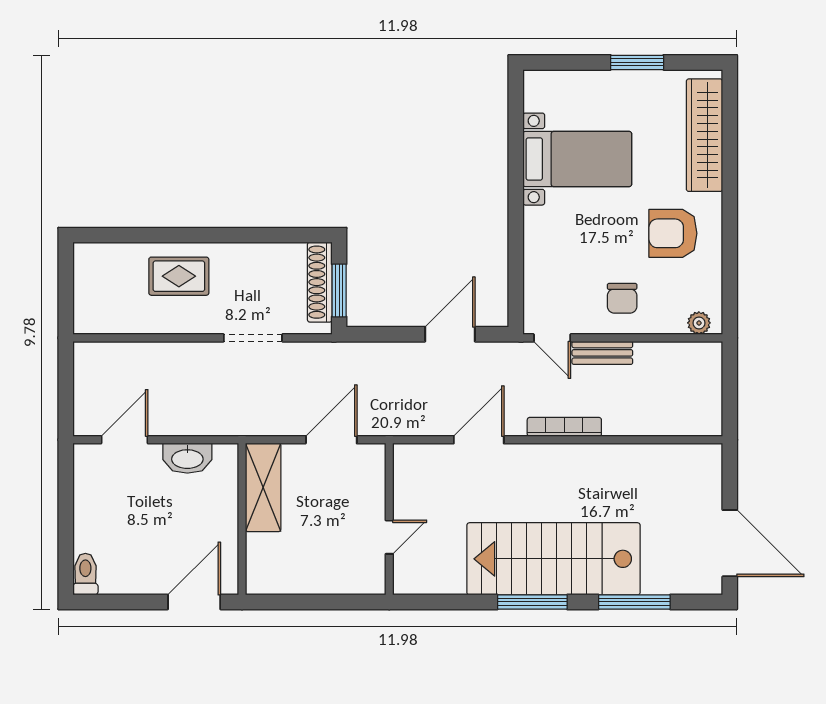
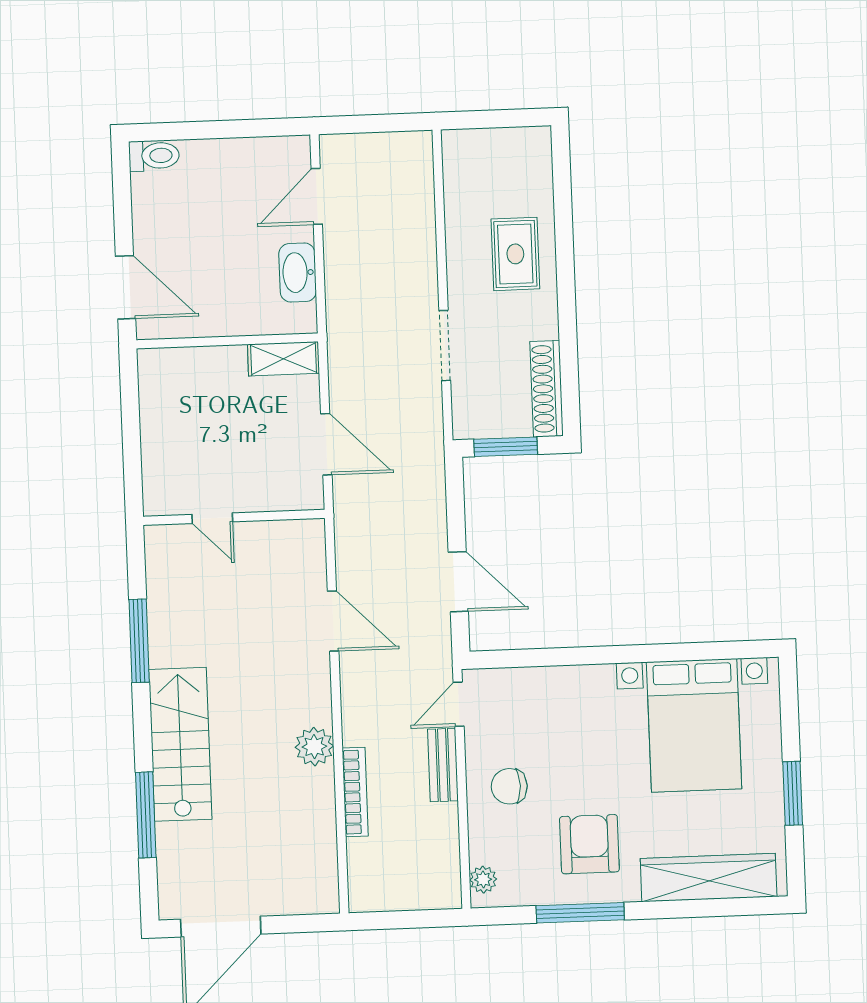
bed with nightstands: (577, 159) -> (694, 725), width x1.36
window: (730, 243) -> (580, 913), added
shoe rack: (320, 282) -> (547, 389), moved, turned -90
bookcase: (564, 427) -> (355, 792), moved
door: (125, 440) -> (317, 196), swing flipped
plant: (583, 459) -> (314, 747), added
shelving: (263, 487) -> (283, 359), width x0.67, depth x0.75
stairs: (554, 559) -> (180, 744), width x0.73, depth x0.66
window: (532, 602) -> (139, 641), moved

